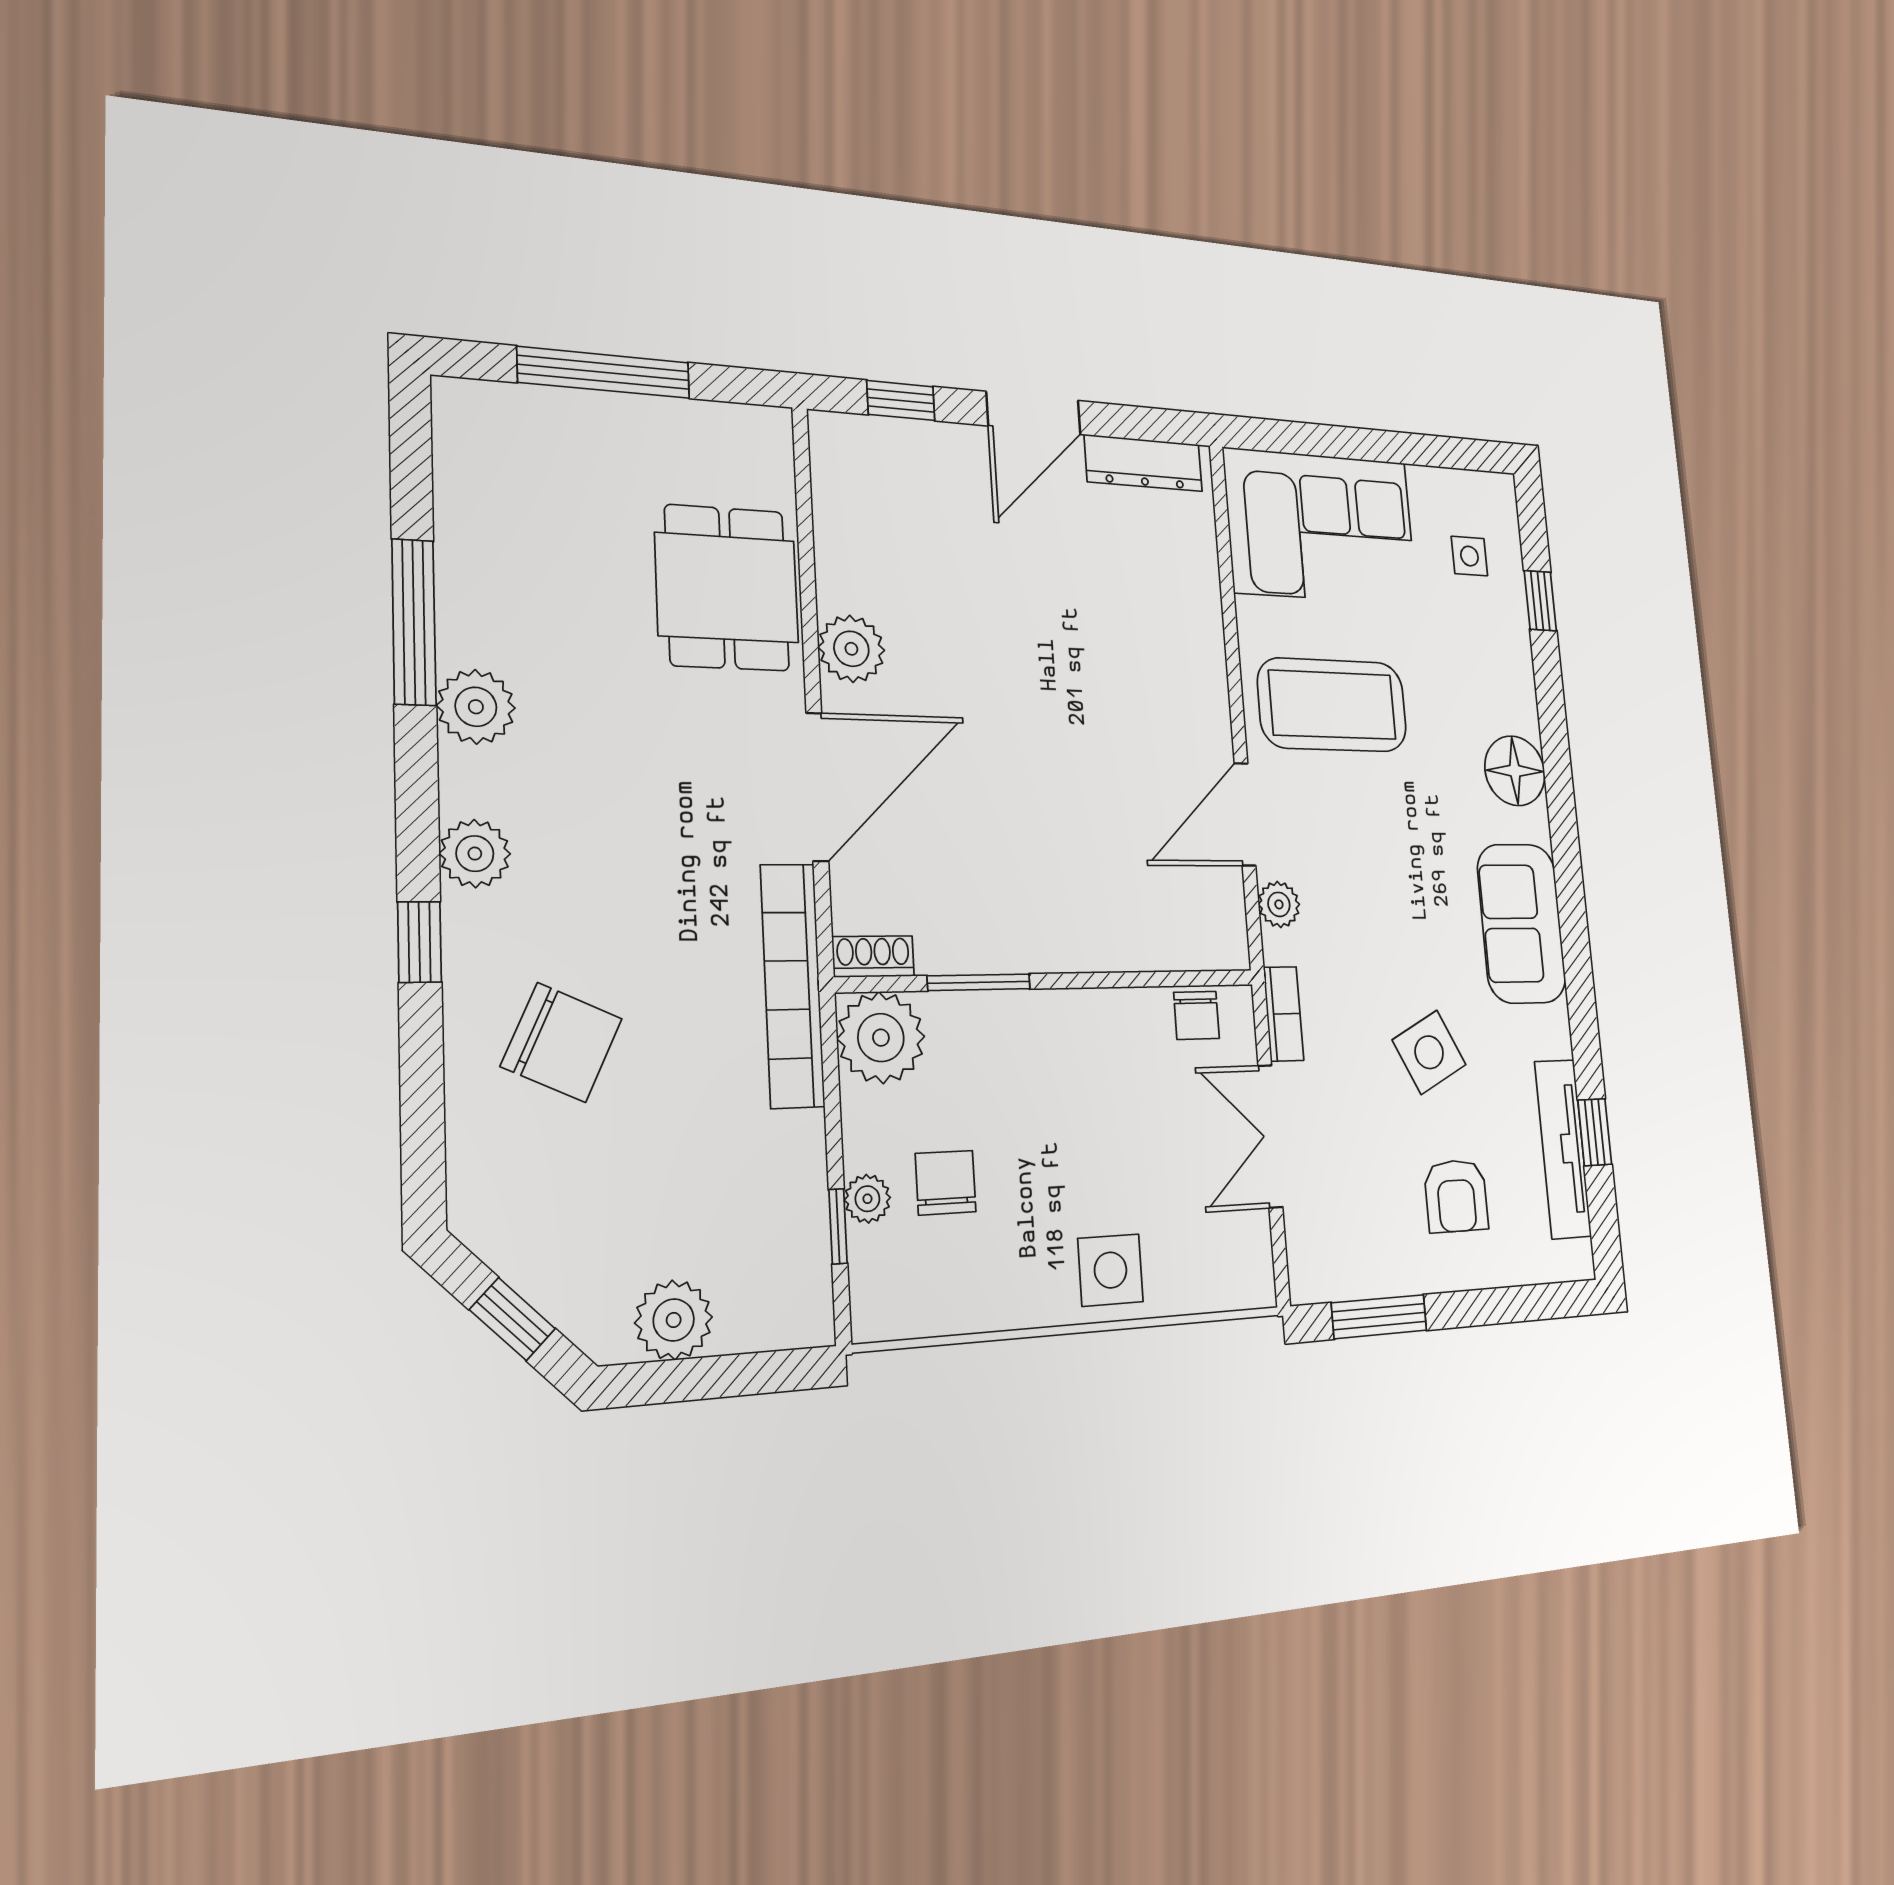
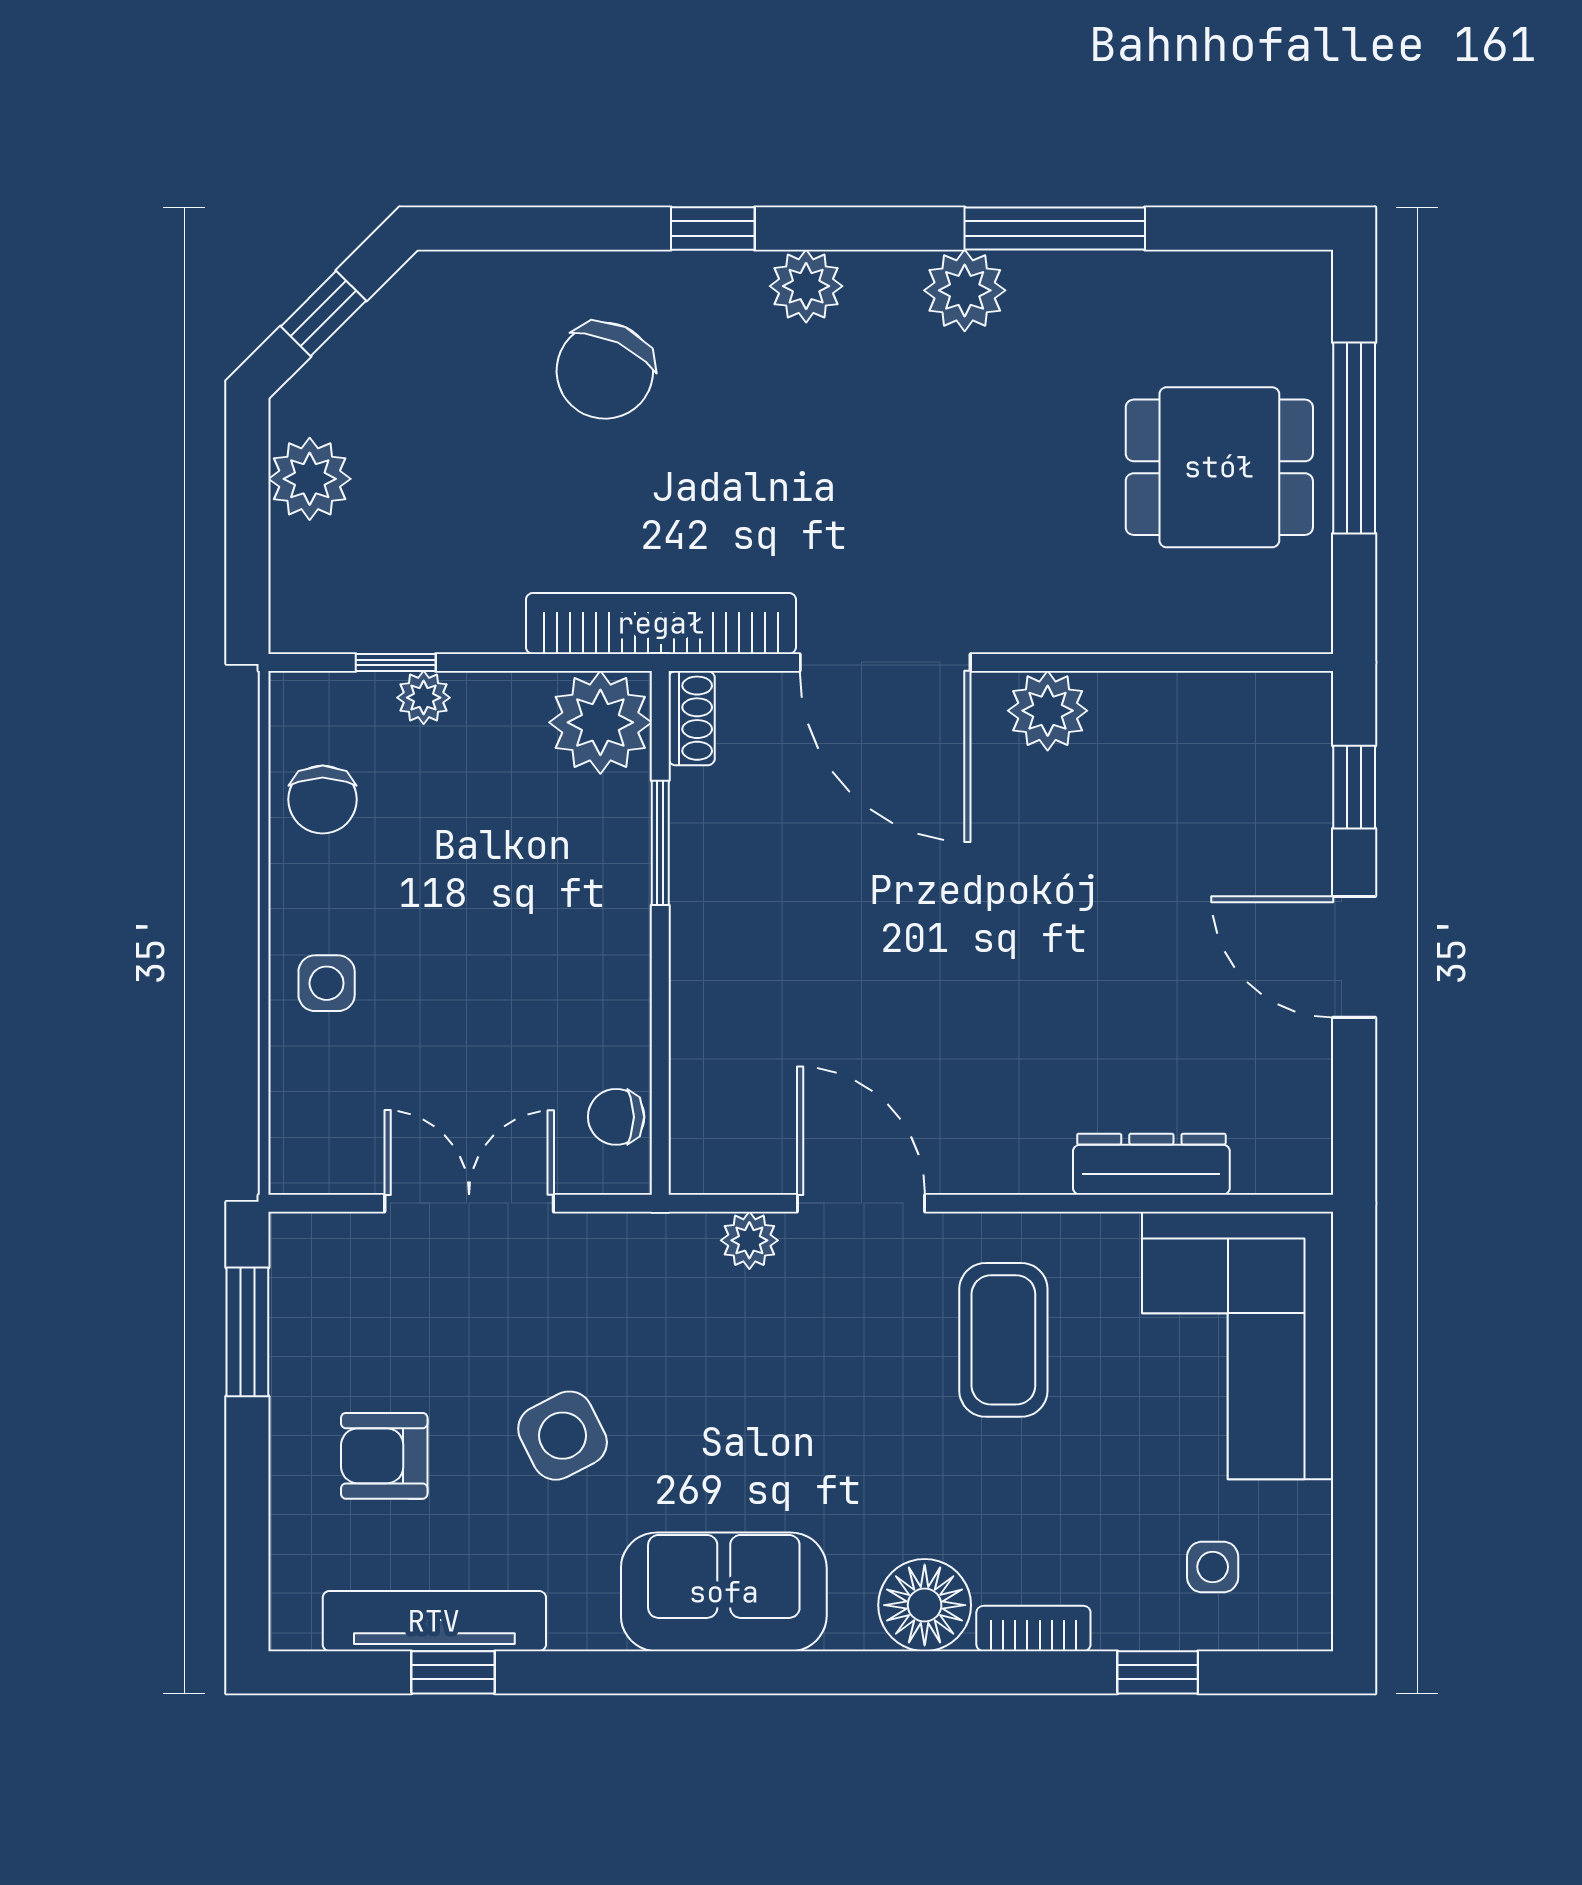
dresser: (1144, 463) -> (1151, 1164), moved, turned 90
dining table: (727, 588) -> (1219, 467), moved
coffee table: (1332, 705) -> (1003, 1340), width x0.73, depth x0.76
bookcase: (1284, 1014) -> (1033, 1628), moved, turned 180
chair: (946, 1183) -> (323, 799), moved, turned 90
side table: (1110, 1270) -> (327, 983), width x0.73, depth x0.73

